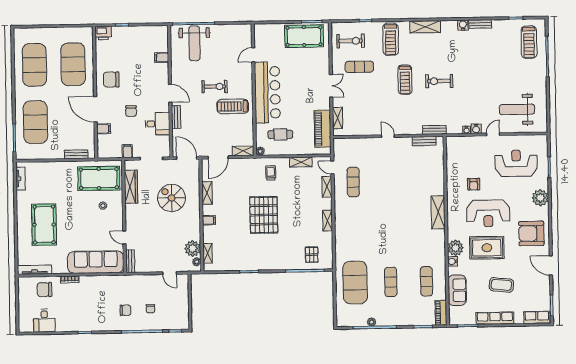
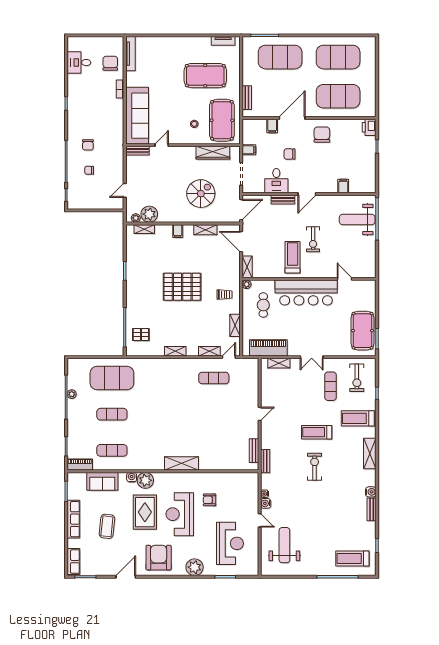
pool table: (44, 225) -> (205, 76), moved

